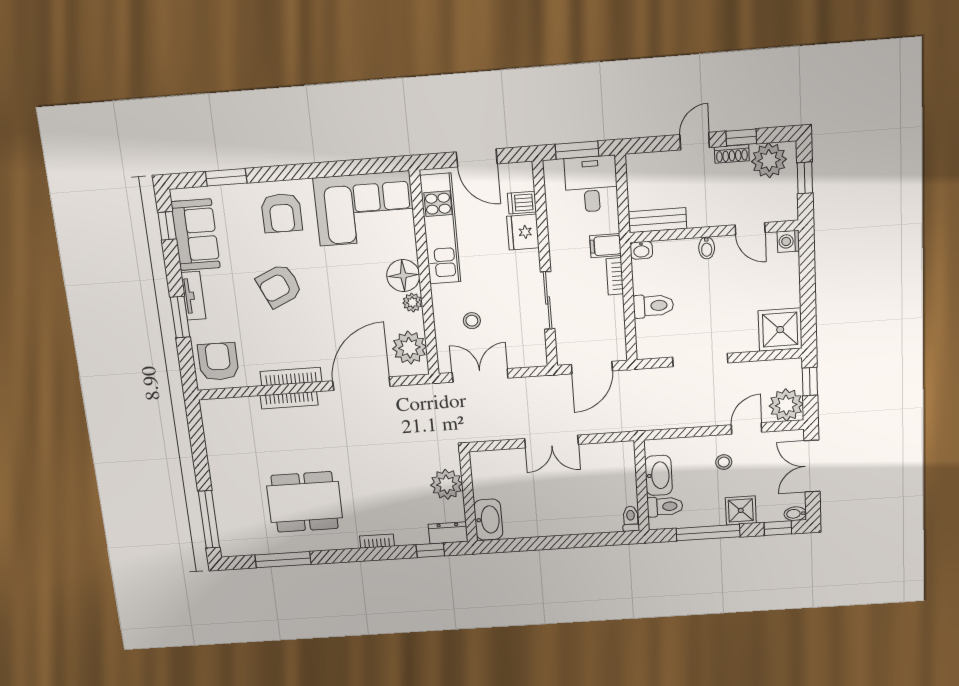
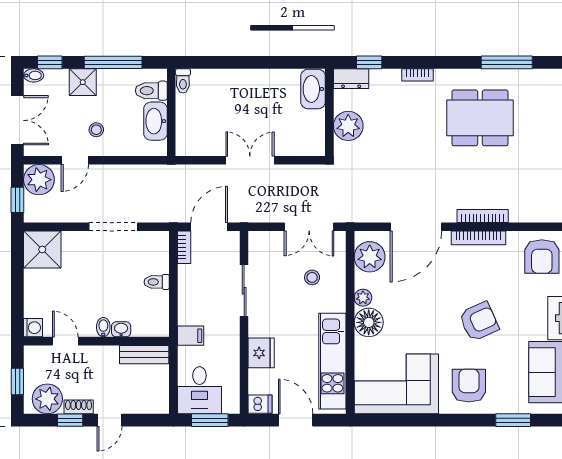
dishwasher: (522, 203) -> (260, 404), moved
washbasin: (641, 250) -> (121, 329), moved
bookcase: (615, 276) -> (184, 247), moved
toilet: (653, 306) -> (157, 282), width x0.73, depth x0.72

